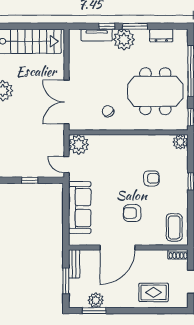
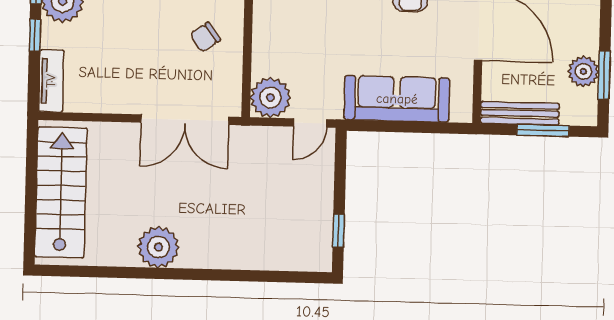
tv unit: (97, 35) -> (51, 81), moved
window: (30, 180) -> (339, 231), moved
bench: (74, 264) -> (520, 113), width x1.36

